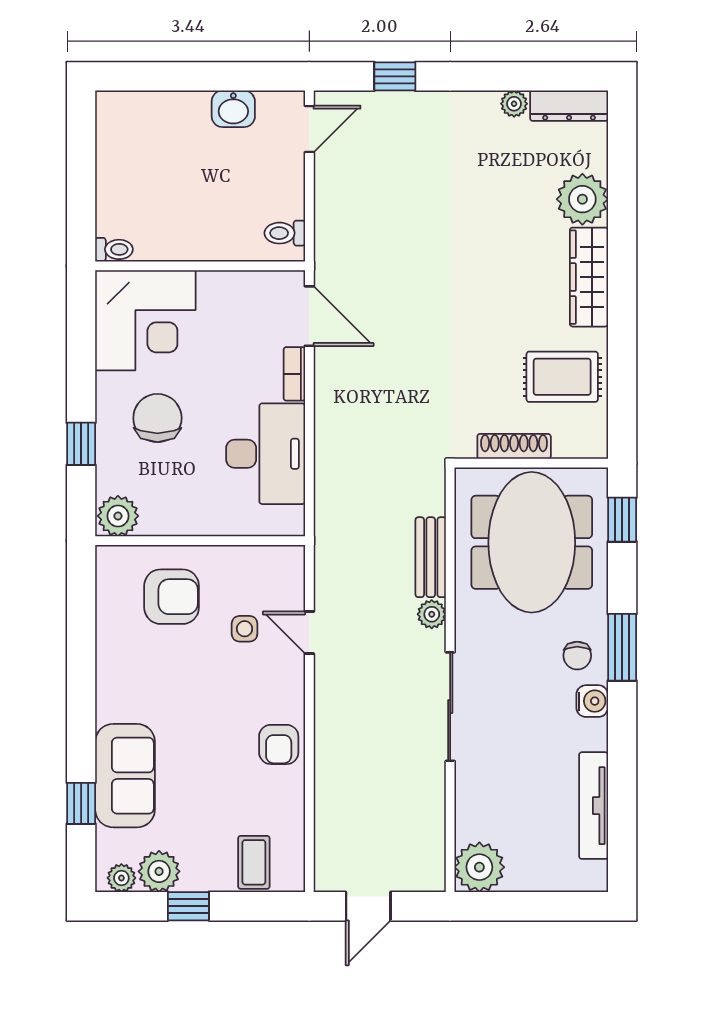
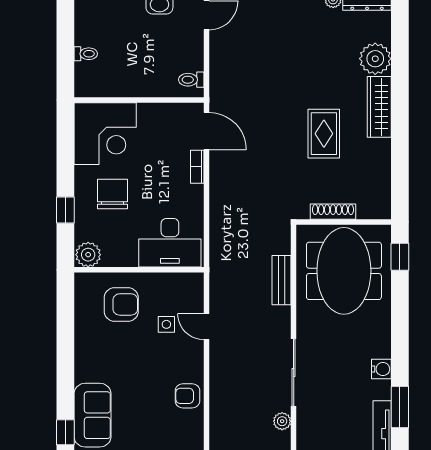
toilet: (114, 249) -> (86, 54), moved
rug: (562, 377) -> (324, 134), moved, turned 90
desk: (266, 454) -> (170, 243), moved, turned 90
plant: (432, 614) -> (282, 421), moved
window: (622, 647) -> (400, 407), moved
chair: (577, 656) -> (372, 341), removed
armchair: (279, 744) -> (187, 396), turned 90

